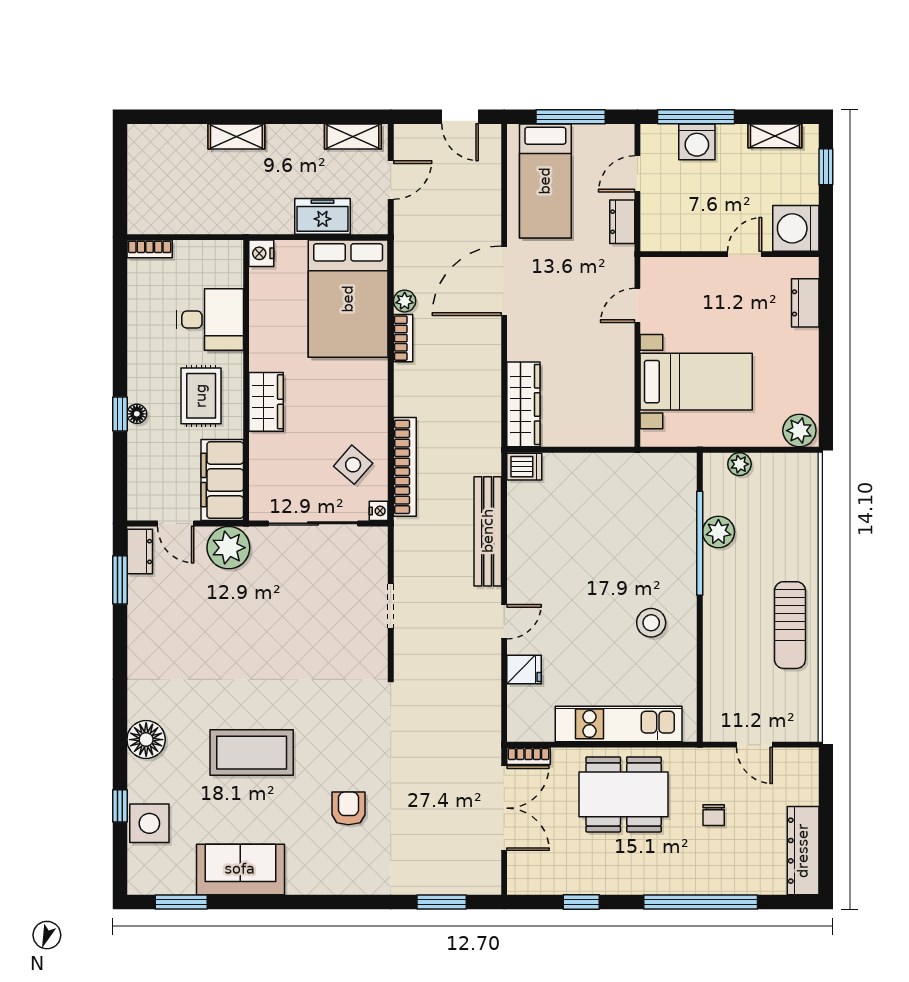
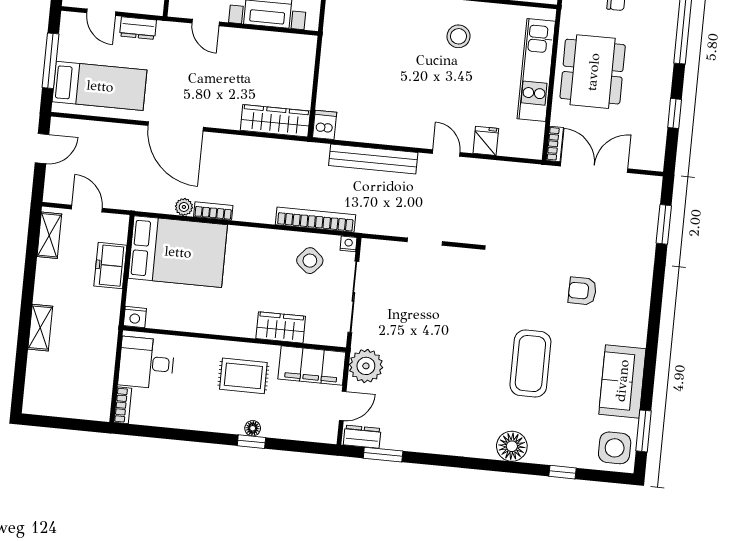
desk: (210, 320) -> (146, 363), moved, turned -90
wardrobe: (266, 402) -> (281, 327), moved
side table: (149, 823) -> (615, 448), moved

